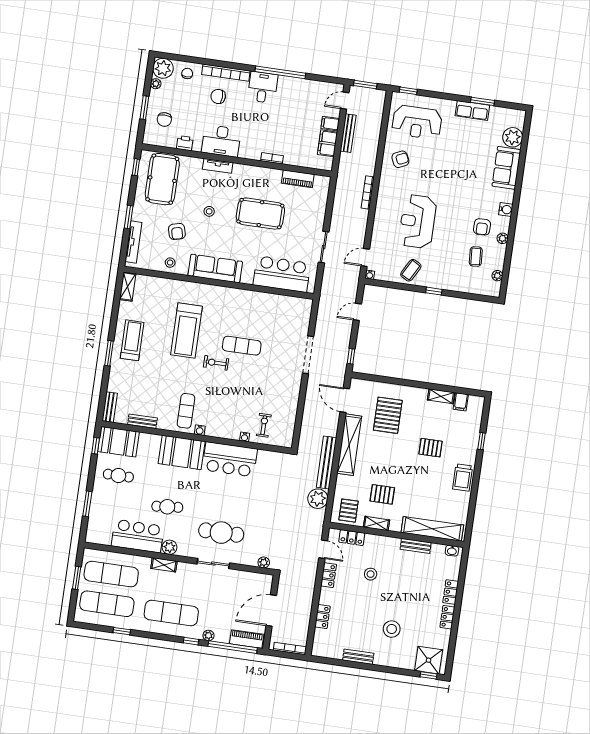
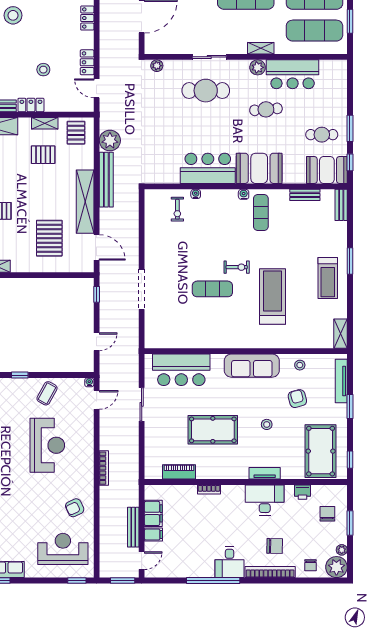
window: (87, 504) -> (350, 128), moved
locker: (352, 538) -> (31, 105), moved

